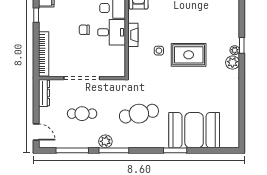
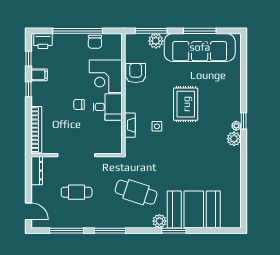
fireplace: (133, 35) -> (130, 125), moved
rug: (189, 55) -> (186, 104), moved, turned 90
cafe table: (139, 114) -> (136, 192), turned 30
plant: (105, 141) -> (159, 221), moved

